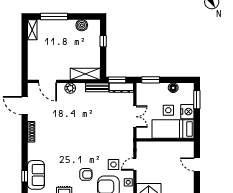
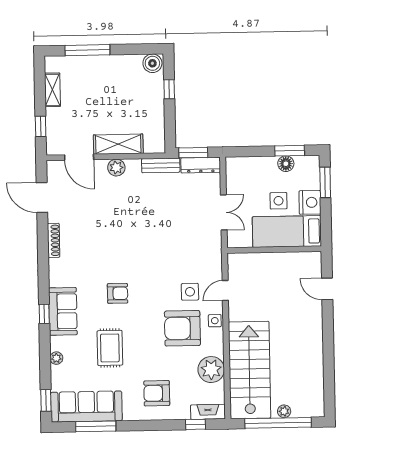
boiler: (82, 25) -> (152, 63), moved
shelving: (32, 30) -> (52, 90), moved
window: (25, 62) -> (41, 126), added
shelving: (85, 74) -> (118, 144), moved
window: (151, 80) -> (290, 151), moved
armchair: (86, 174) -> (118, 293), moved

